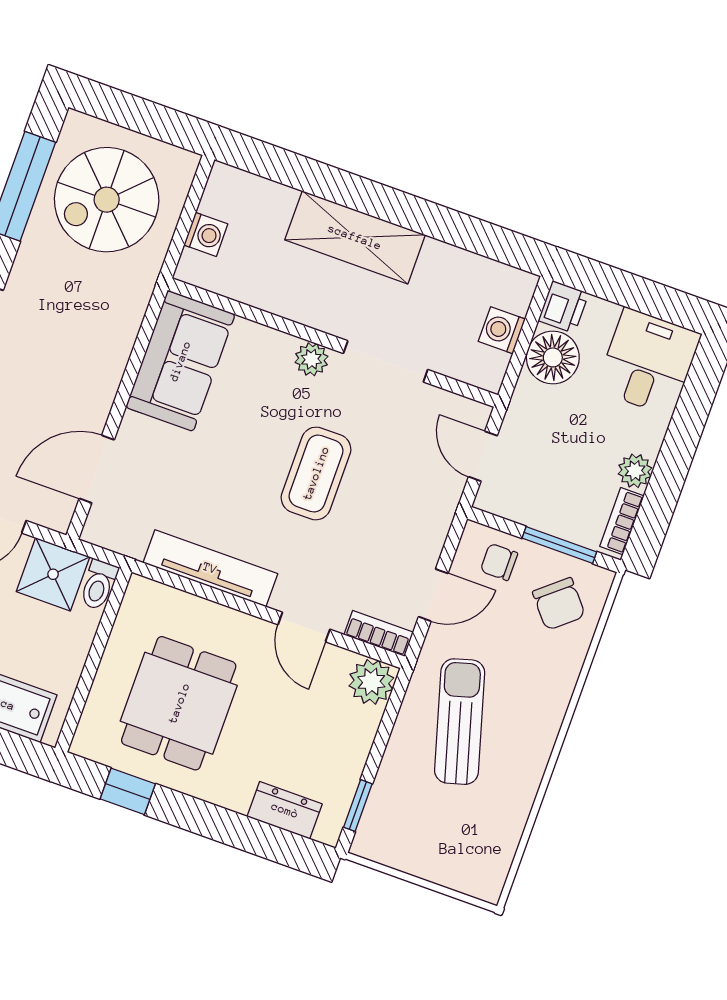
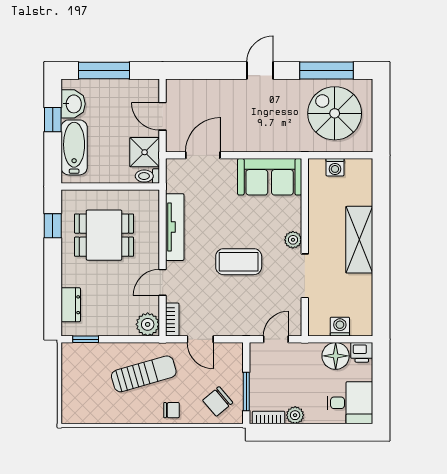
door: (97, 469) -> (203, 155), hinge flipped
chair: (499, 562) -> (171, 410), moved, turned 90

